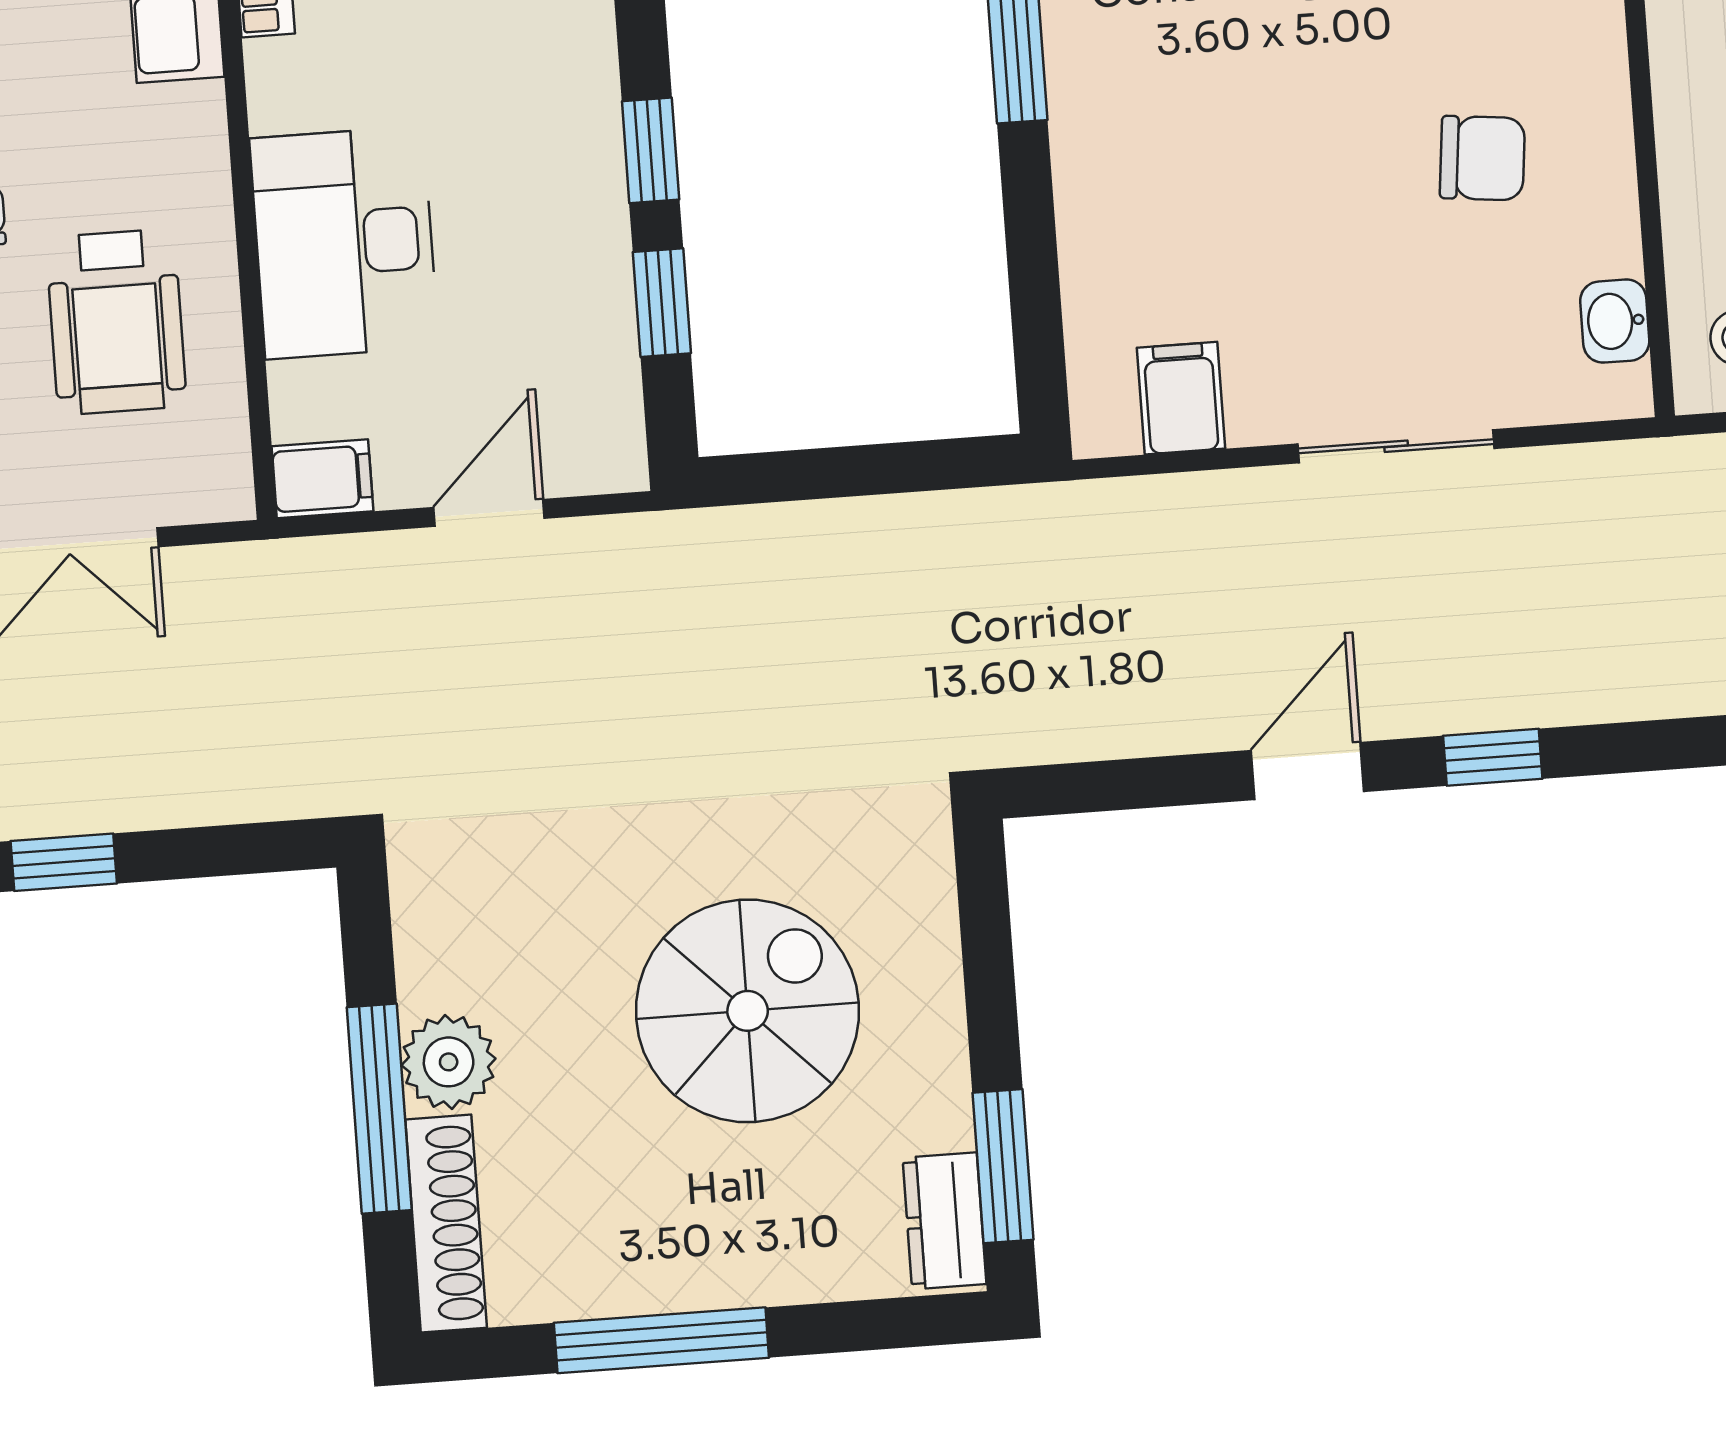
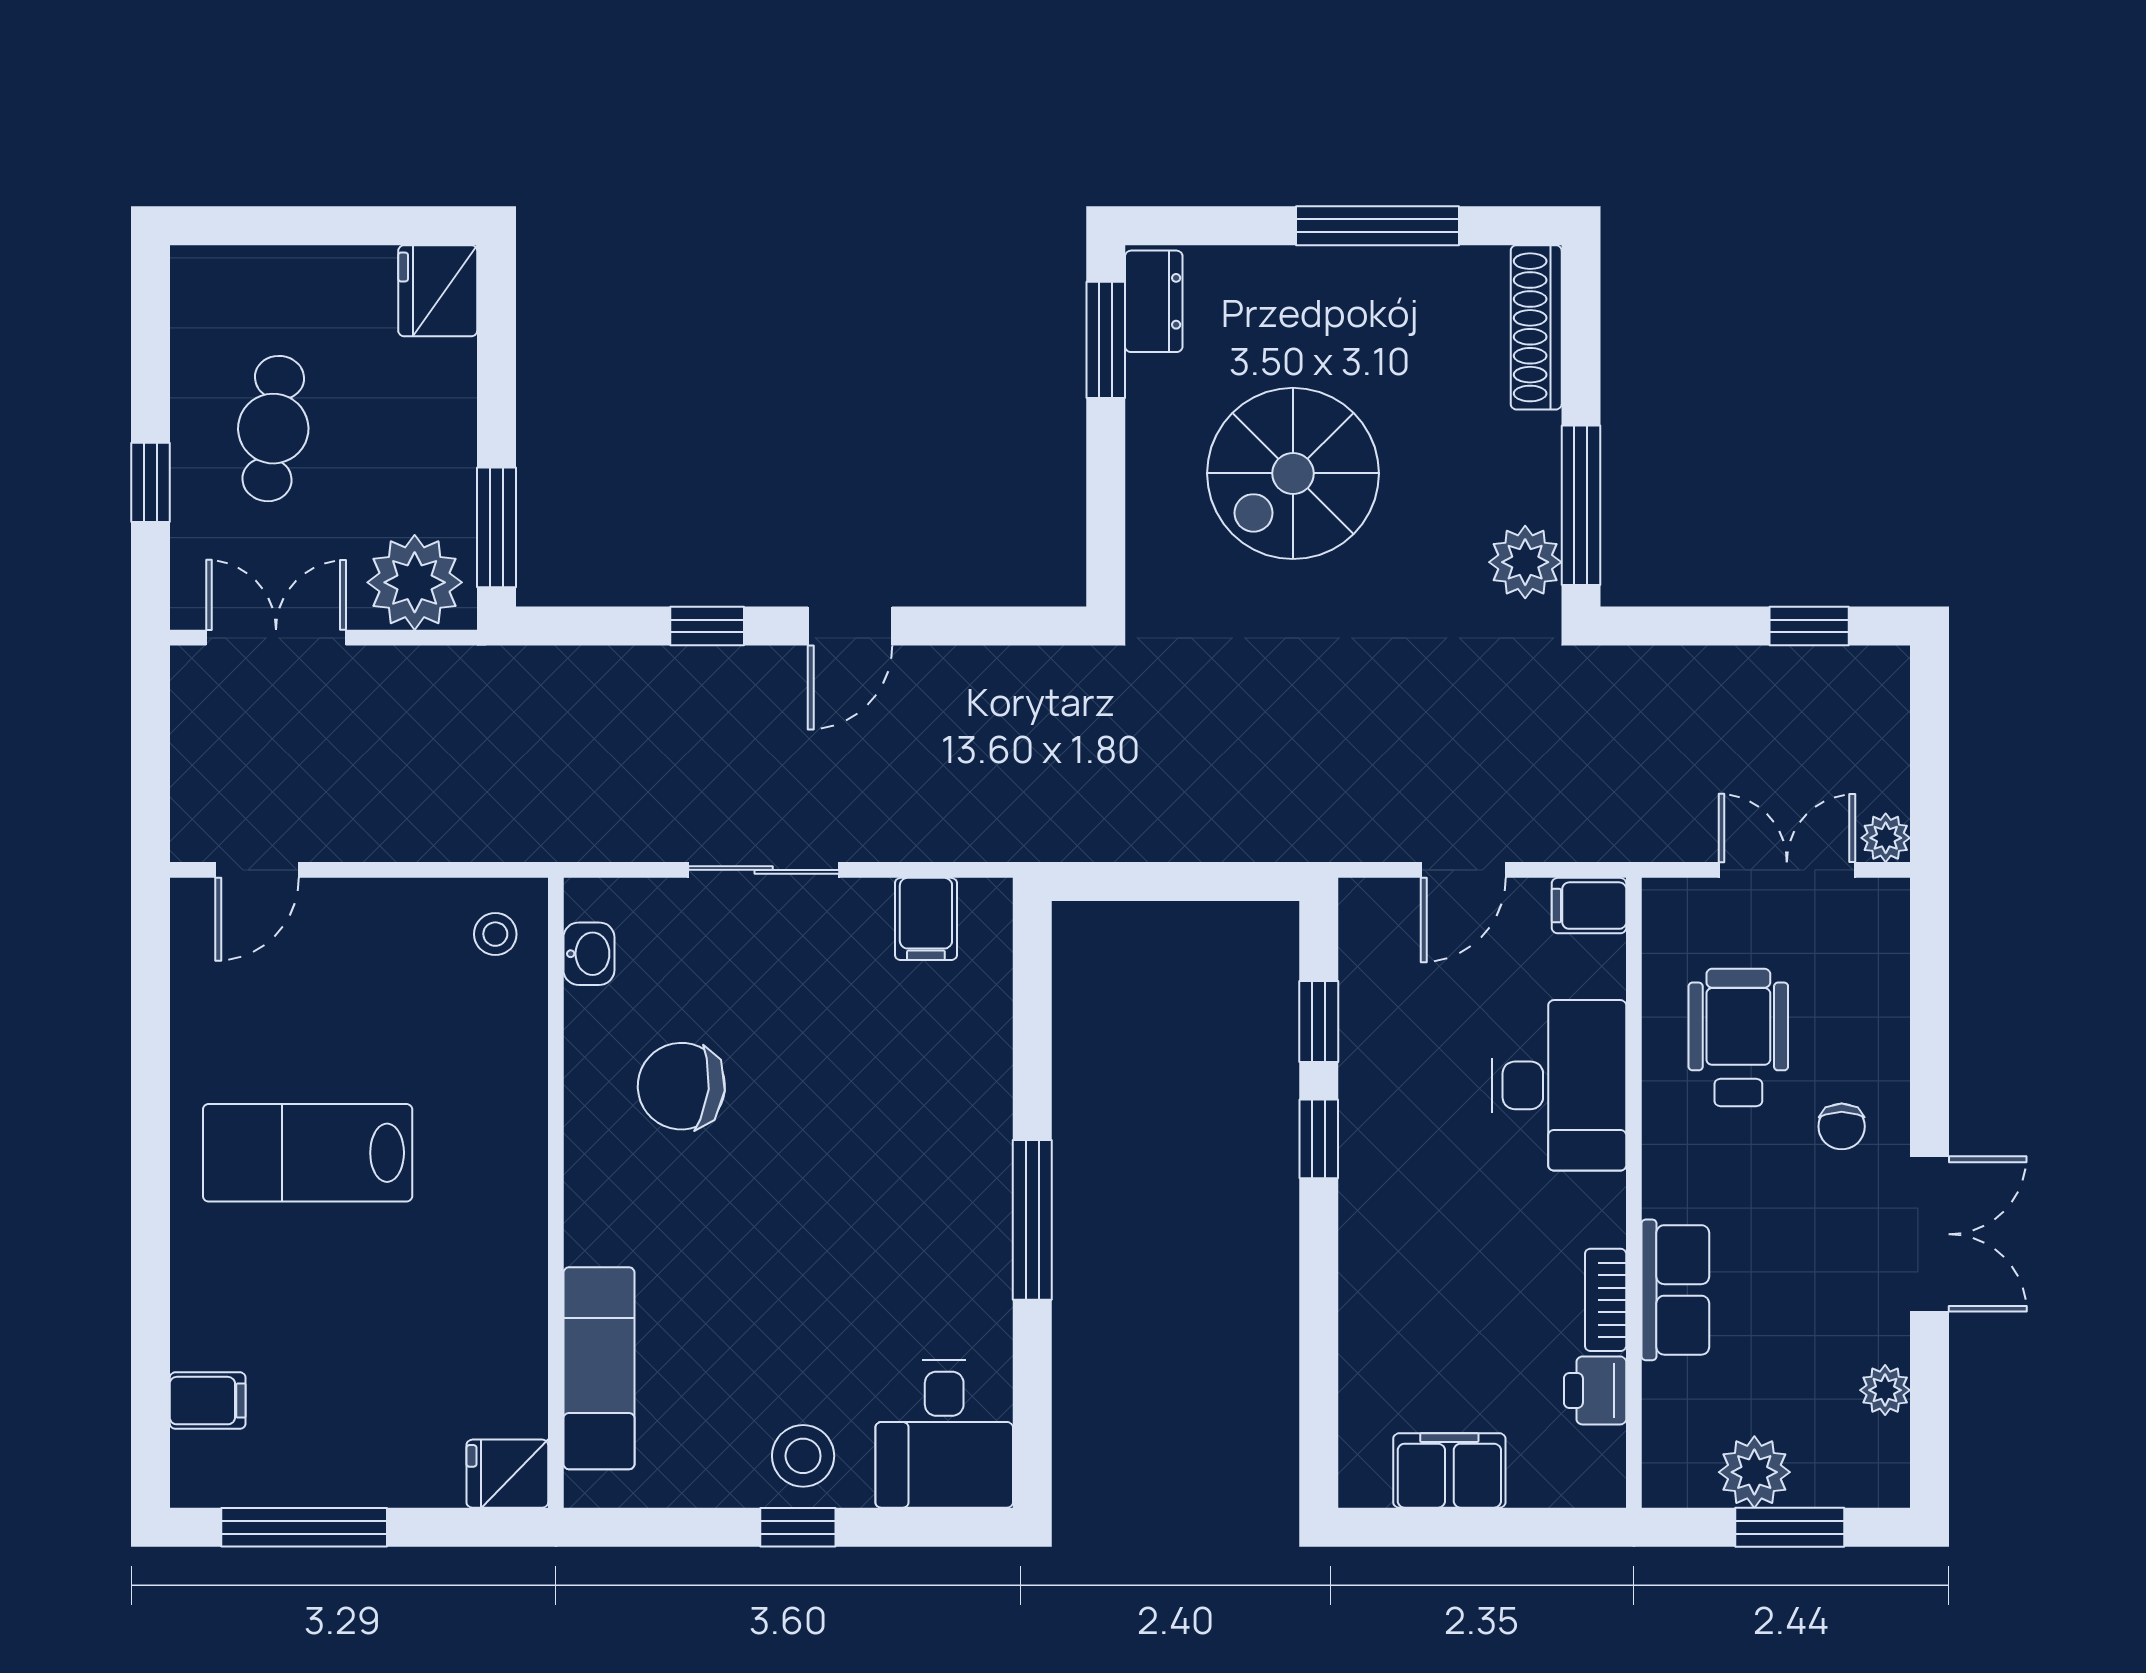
chair: (1482, 158) -> (681, 1086), width x1.37, depth x1.37
plant: (449, 1062) -> (1525, 562), moved
window: (379, 1109) -> (1581, 505), moved

